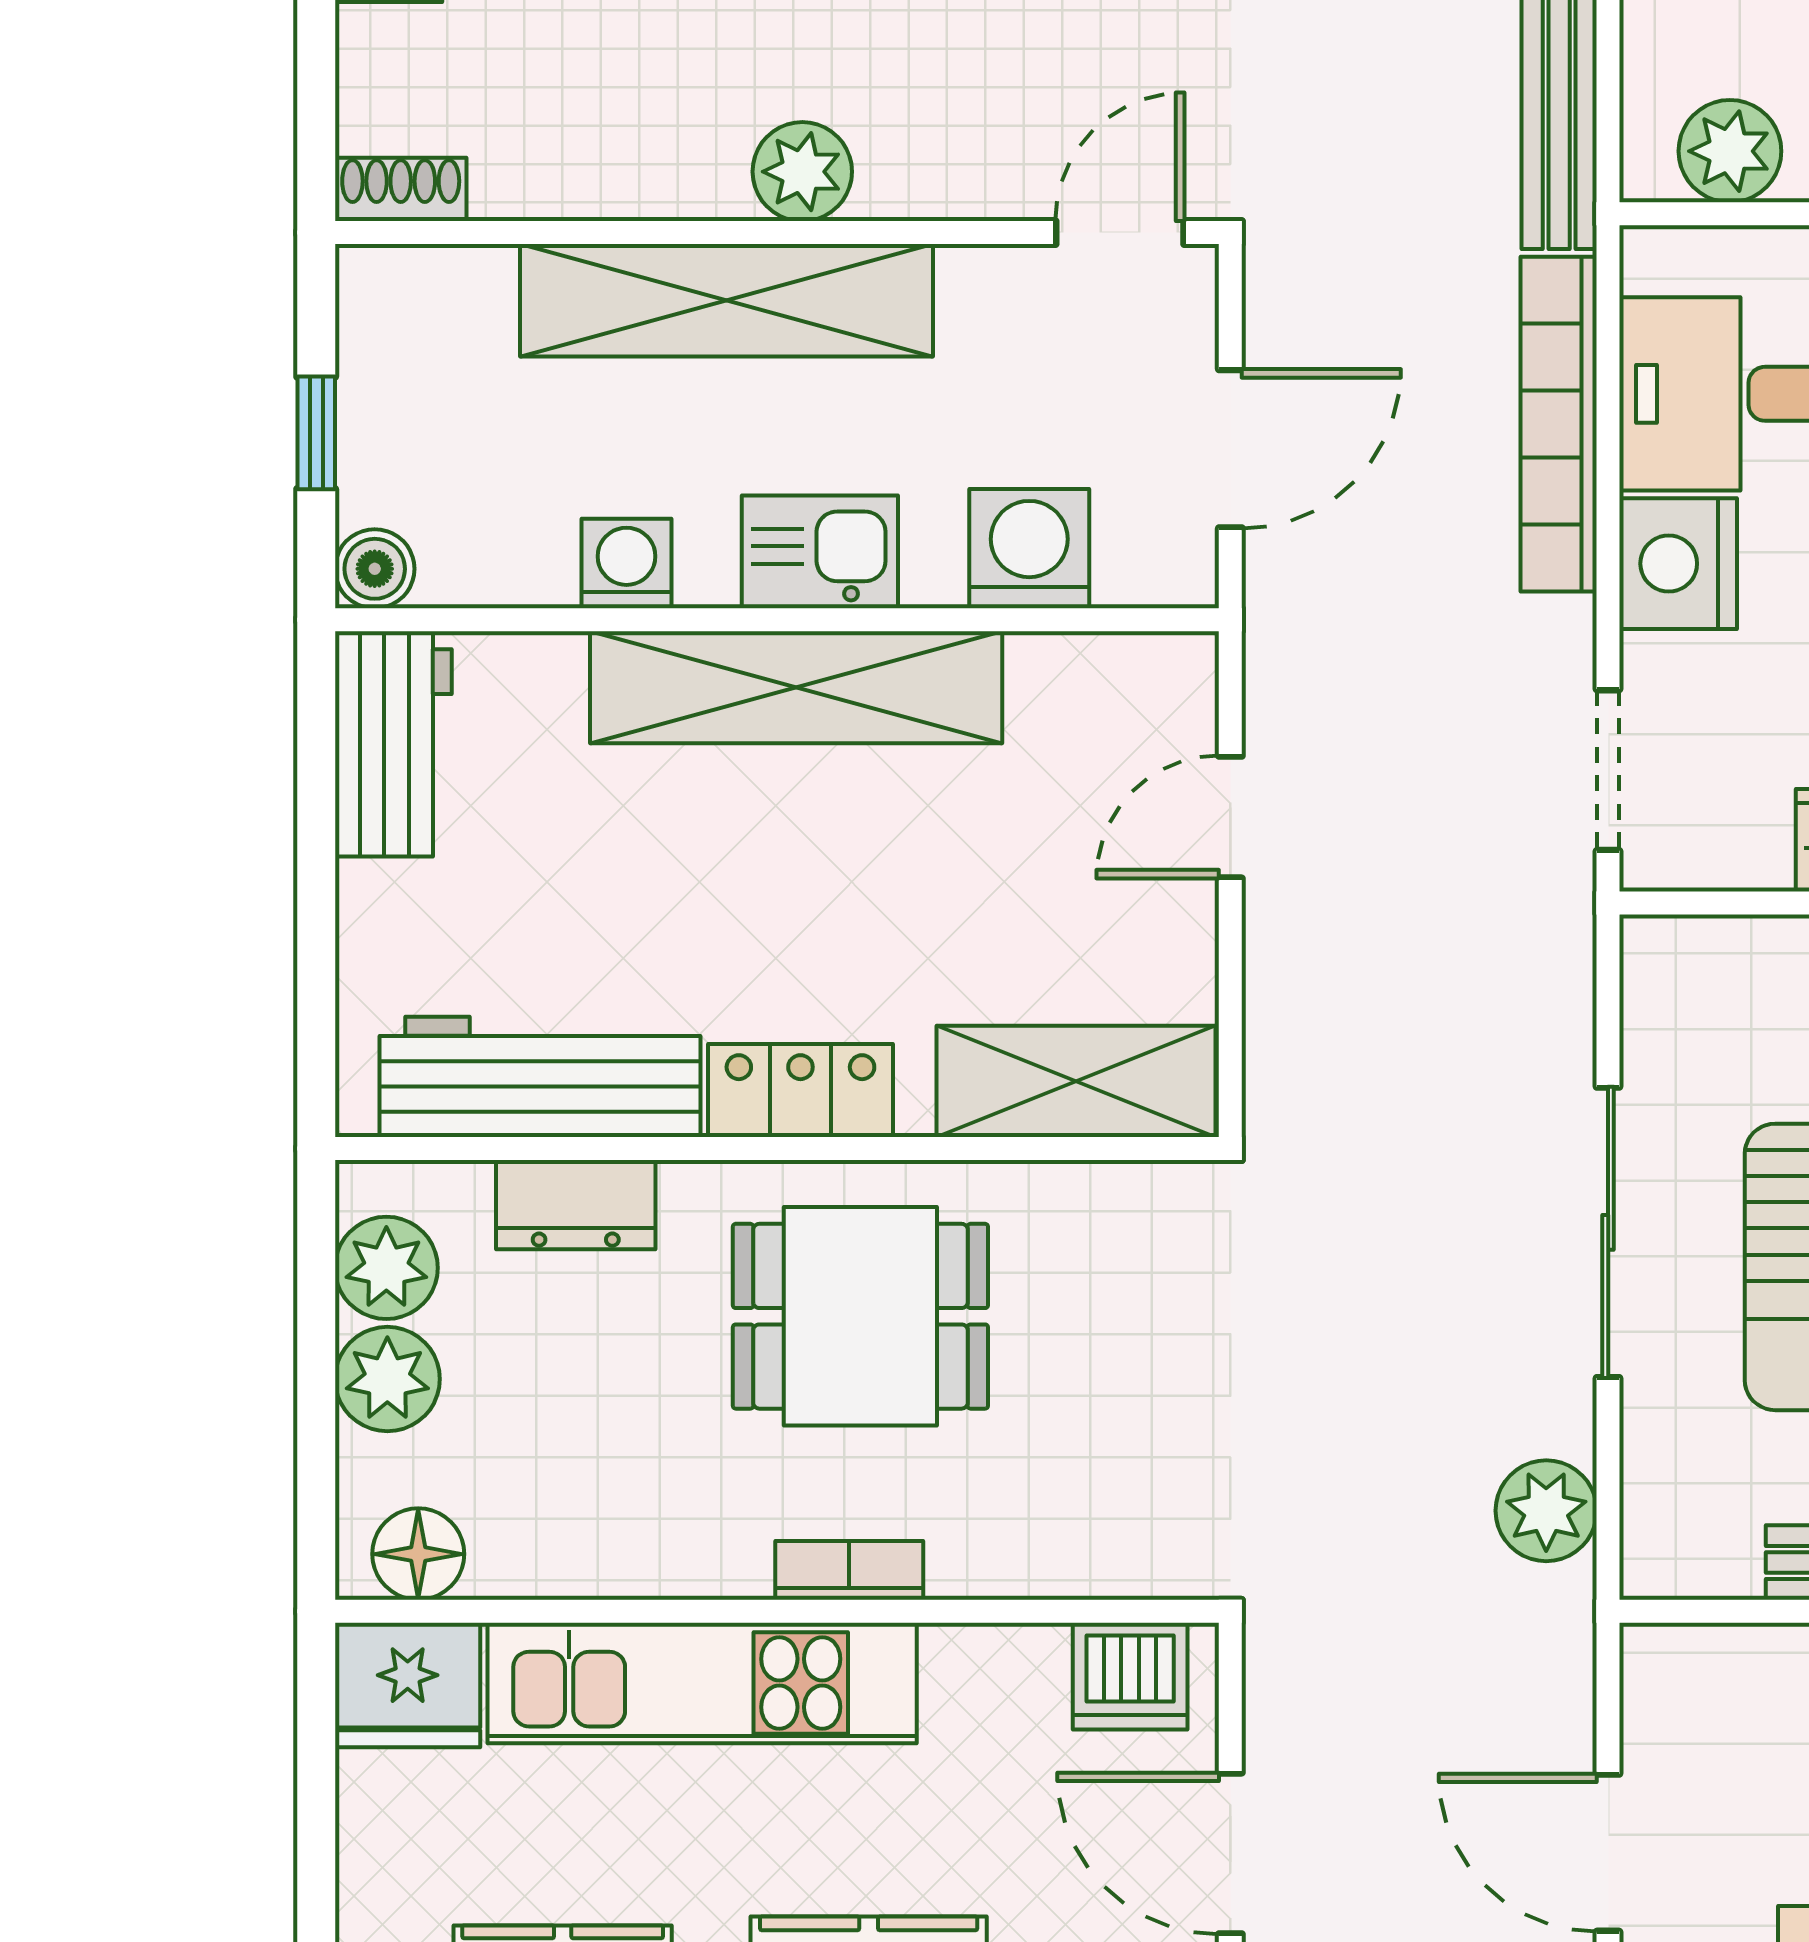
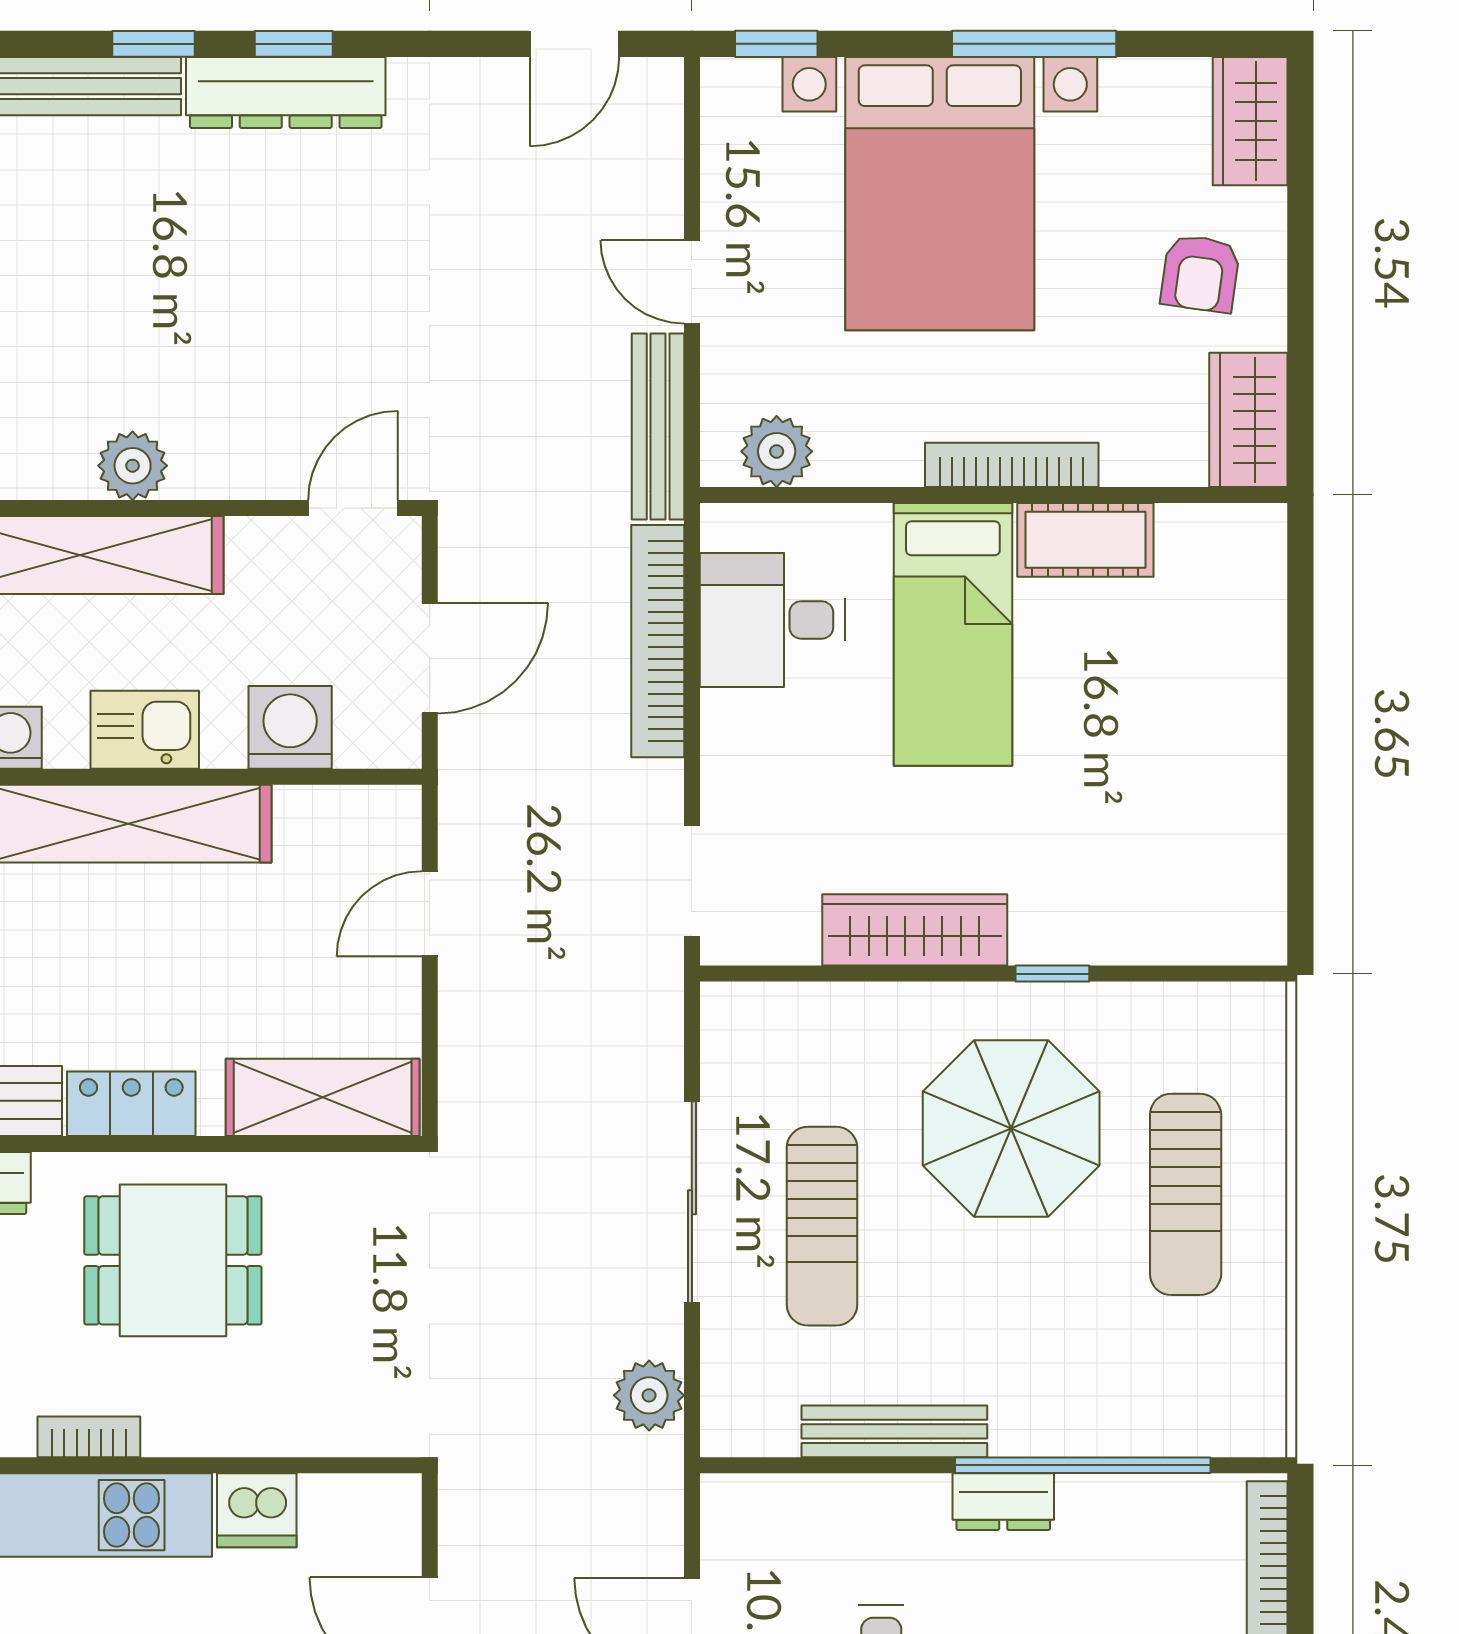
nightstand: (1678, 564) -> (741, 738), removed
bookcase: (849, 1570) -> (89, 1437), moved
dishwasher: (1130, 1676) -> (257, 1510), moved

